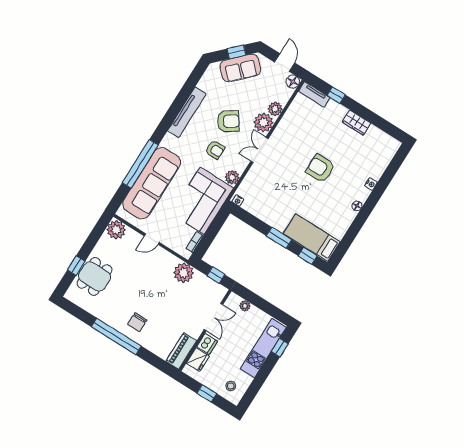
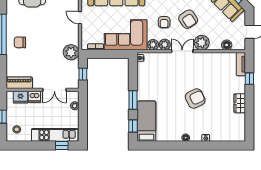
floor lamp: (293, 82) -> (227, 45), moved
plant: (275, 109) -> (165, 45), moved
armchair: (320, 168) -> (195, 98), turned 65

